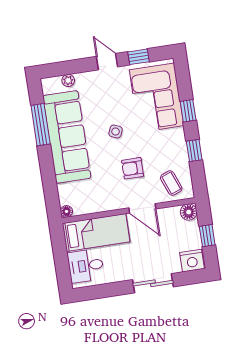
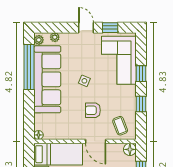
plant: (48, 87) -> (39, 40), added
window: (41, 125) -> (29, 67), width x1.46

